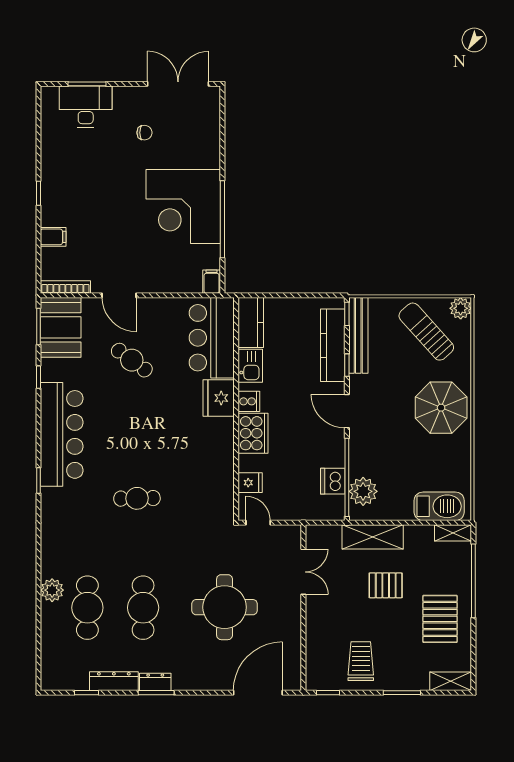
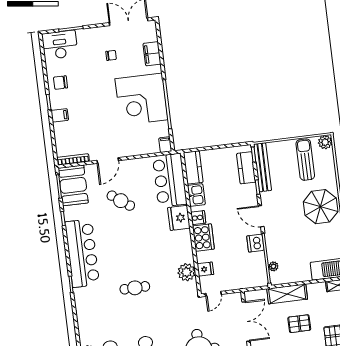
desk: (86, 106) -> (60, 45), moved
filing cabinet: (208, 138) -> (152, 54), added
chair: (61, 165) -> (60, 83), added
filing cabinet: (53, 237) -> (60, 115), moved
door: (119, 295) -> (108, 161), hinge flipped
sun lounger: (426, 332) -> (305, 160), turned 42
kitchen counter: (333, 345) -> (246, 168), width x0.67
dishwasher: (333, 481) -> (255, 243), moved
plant: (220, 484) -> (186, 272), added
plant: (363, 491) -> (273, 266), width x0.53, depth x0.53
door: (258, 523) -> (214, 294), swing flipped
double door: (303, 572) -> (246, 321), width x1.37

